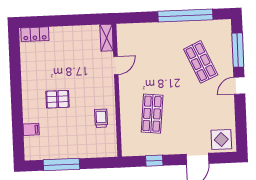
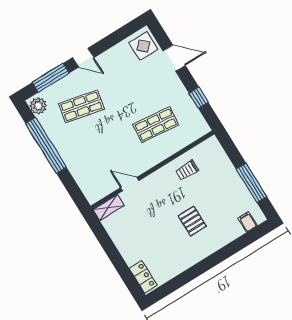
plant: (221, 27) -> (38, 106), added
shop shelf: (201, 62) -> (81, 106), turned 36
filing cabinet: (31, 129) -> (248, 222), moved

